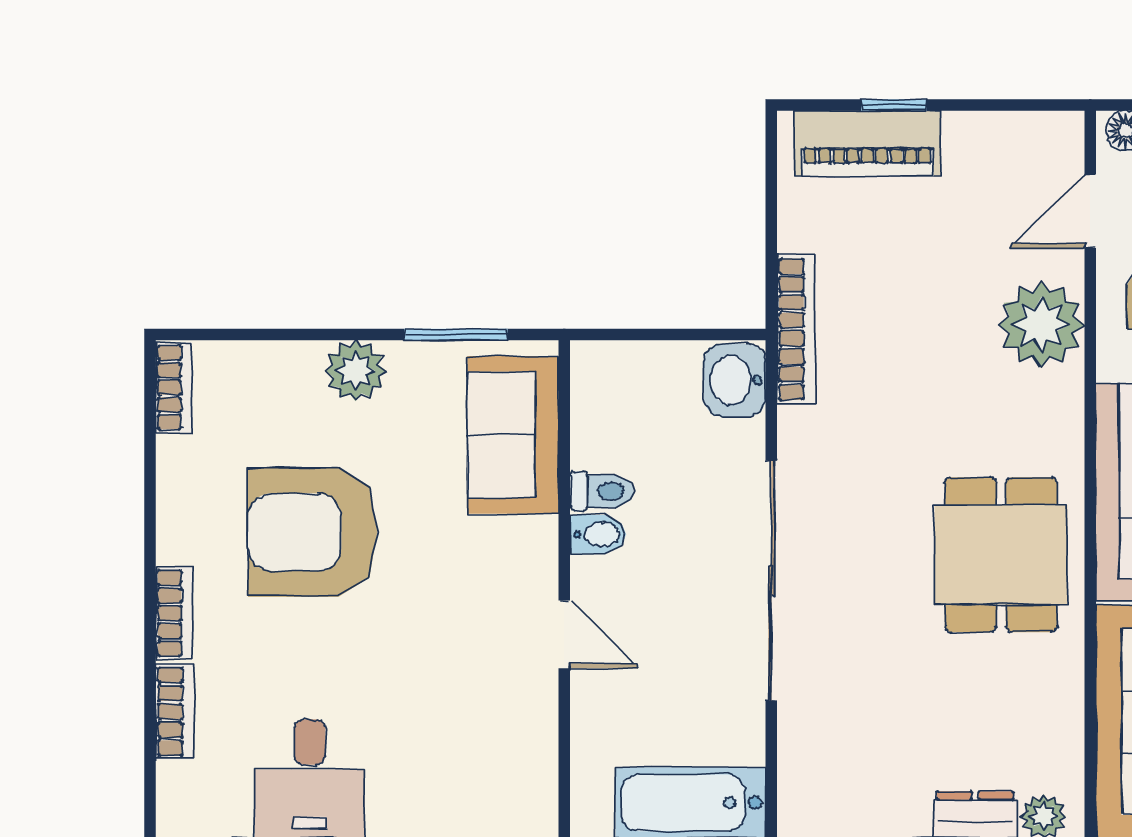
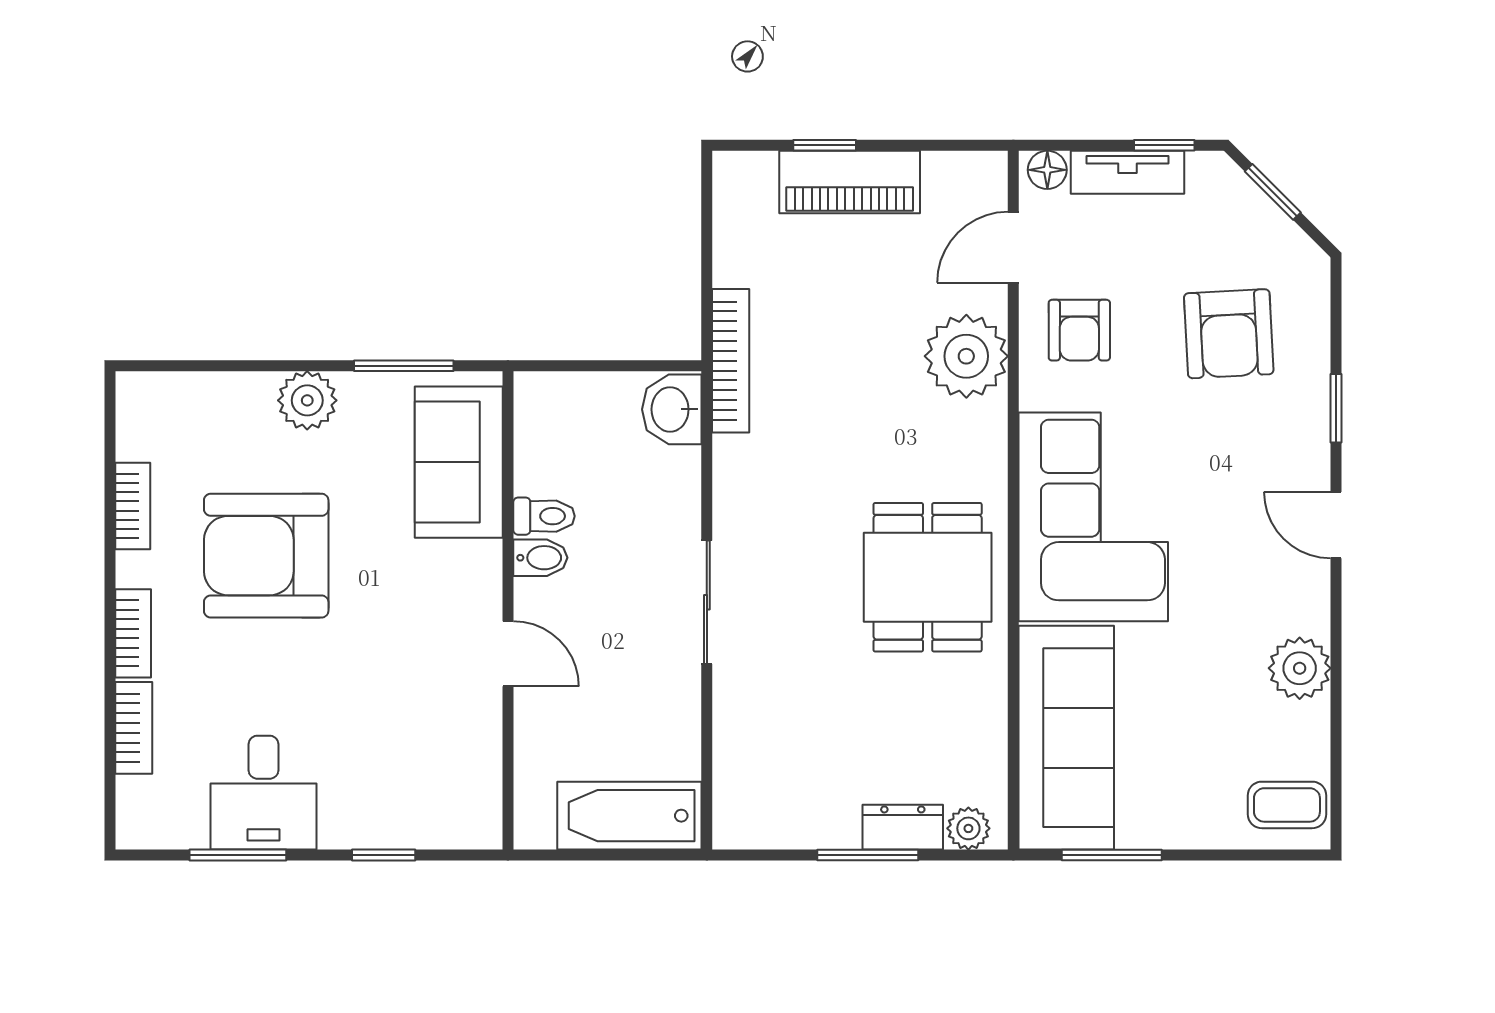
piano: (868, 143) -> (850, 182), moved
bookcase: (174, 387) -> (133, 506), moved
sliding door: (771, 581) -> (707, 602), width x0.54

